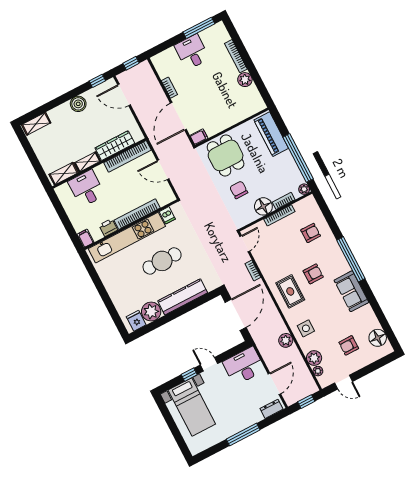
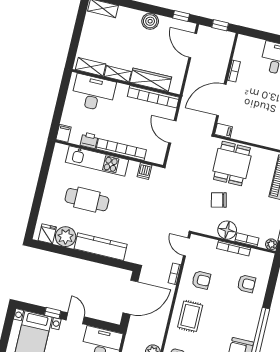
desk: (86, 188) -> (93, 93), width x1.37
chair: (239, 190) -> (219, 200), turned -103
kitchen unit: (127, 238) -> (97, 161), width x0.73
door: (245, 244) -> (187, 247), swing flipped
cafe table: (162, 261) -> (87, 200), moved
armchair: (313, 274) -> (201, 280), moved

